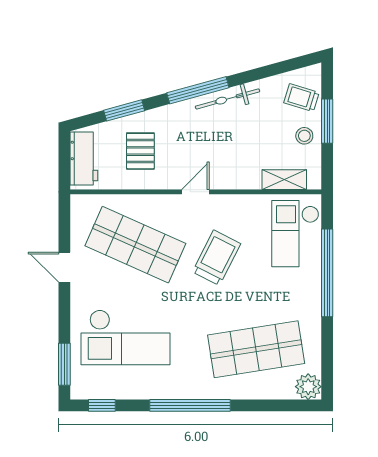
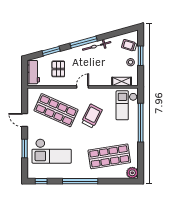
window: (64, 364) -> (25, 149), moved

